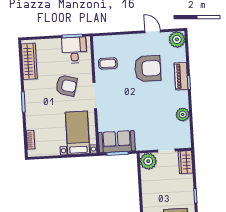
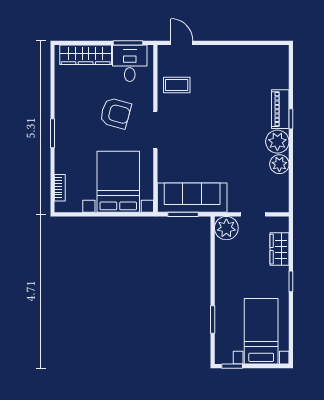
door: (153, 31) -> (182, 43), moved
plant: (177, 39) -> (277, 142), moved
wardrobe: (29, 61) -> (86, 55), moved, turned 90
armchair: (148, 68) -> (233, 95), removed
bed with nightstands: (78, 133) -> (118, 182), width x1.36
sofa: (117, 142) -> (192, 198), width x1.36
wardrobe: (185, 162) -> (280, 249), moved

